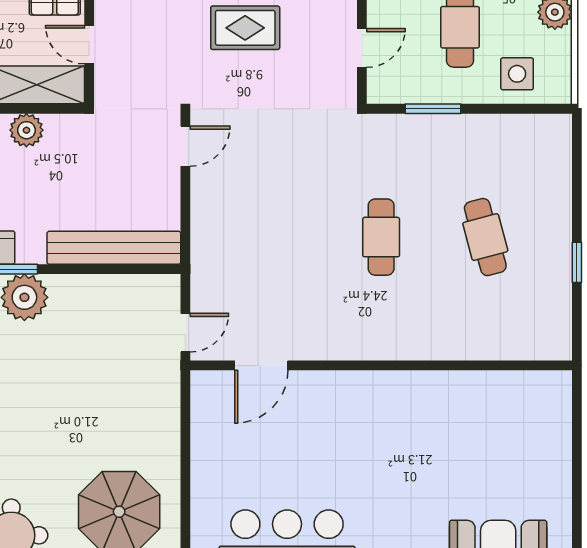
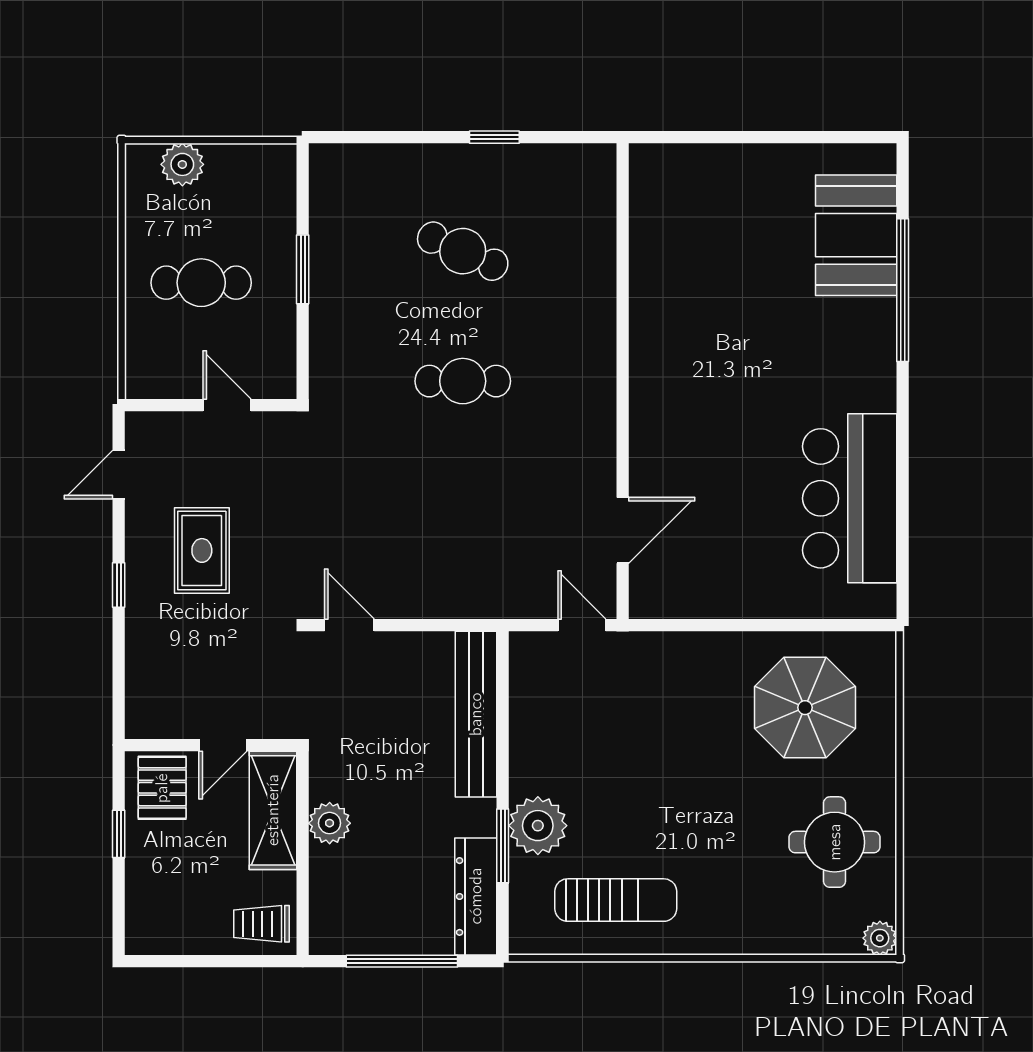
side table: (517, 74) -> (259, 212), removed
window: (433, 109) -> (303, 269), moved
cafe table: (485, 237) -> (463, 251), turned 39
door: (261, 365) -> (623, 530), hinge flipped

